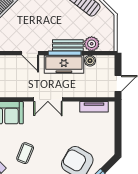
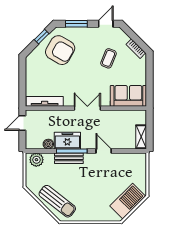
plant: (92, 44) -> (36, 160), moved
freezer: (64, 64) -> (67, 141), width x0.71
tv unit: (94, 107) -> (45, 101), width x1.41

